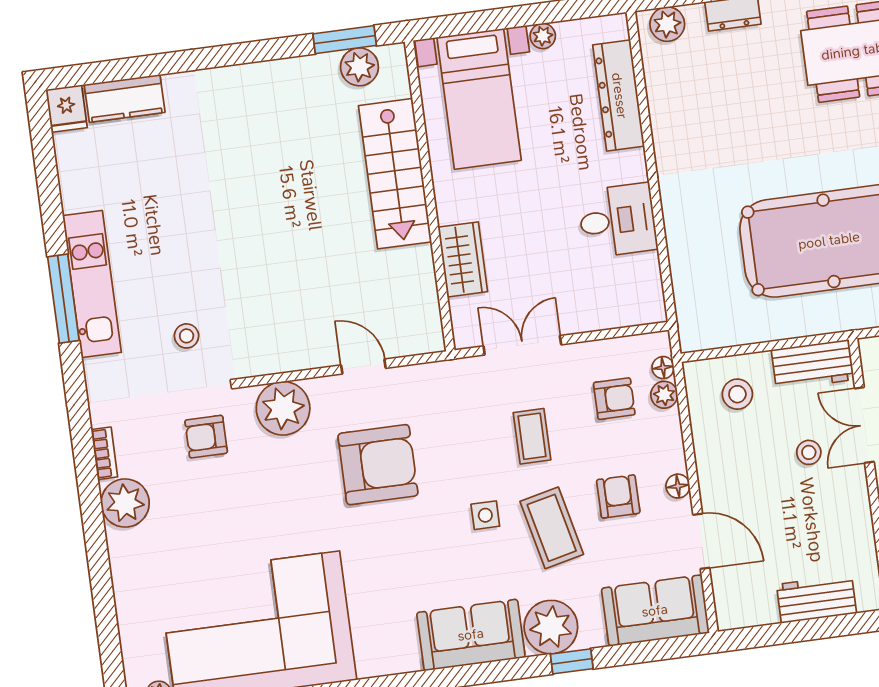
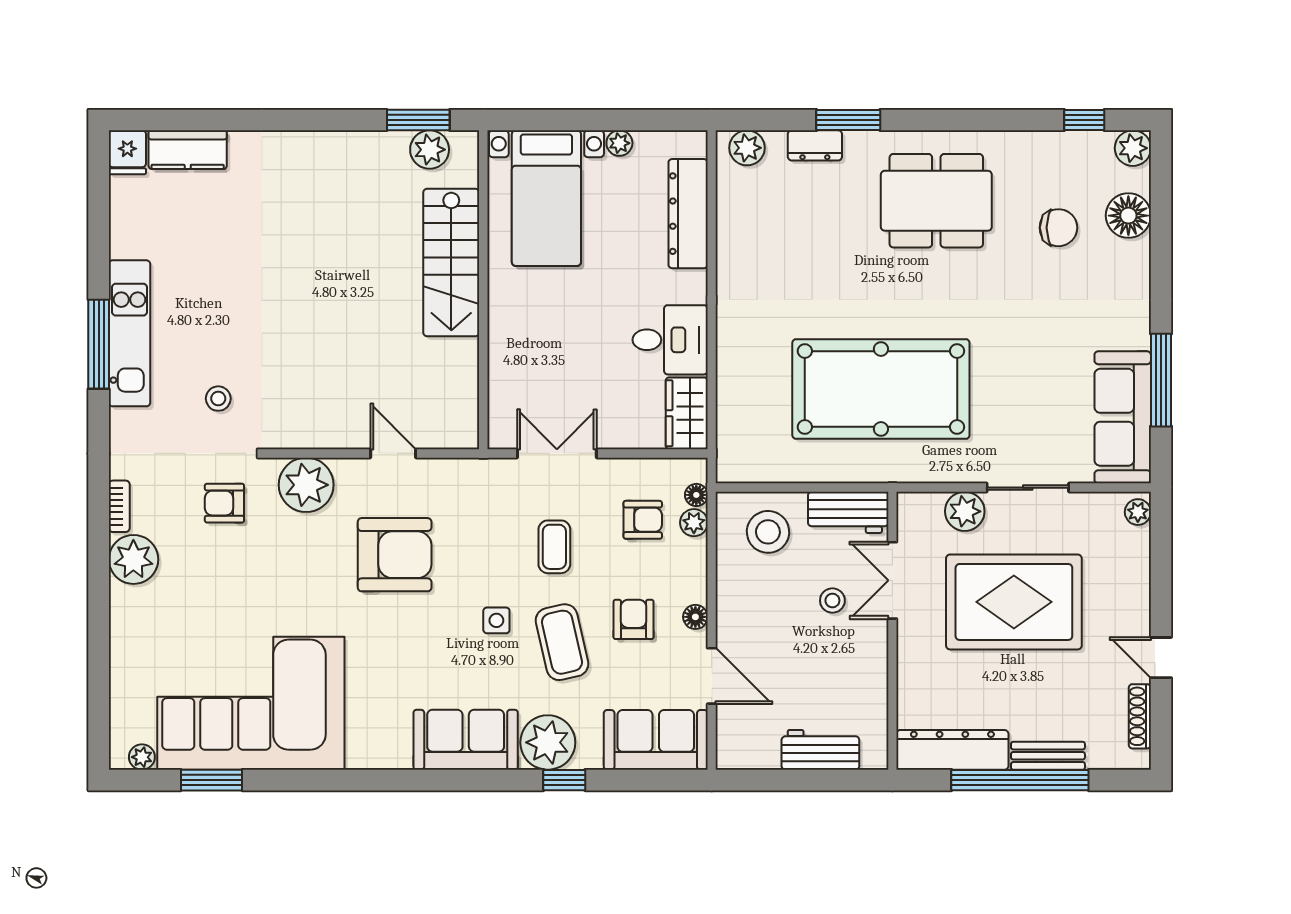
wardrobe: (463, 259) -> (687, 413), moved, turned 180
stool: (737, 394) -> (768, 532), width x1.38, depth x1.38

